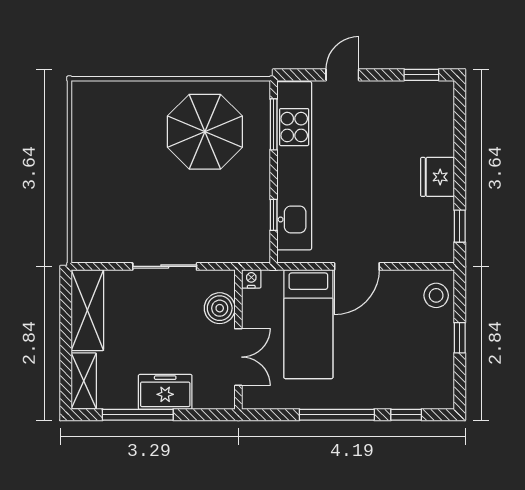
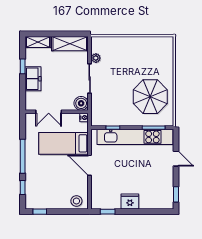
plant: (119, 253) -> (96, 58), added
boiler: (220, 308) -> (81, 103), moved
window: (460, 338) -> (40, 212), moved
window: (138, 415) -> (23, 66), width x0.46

